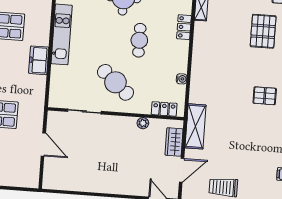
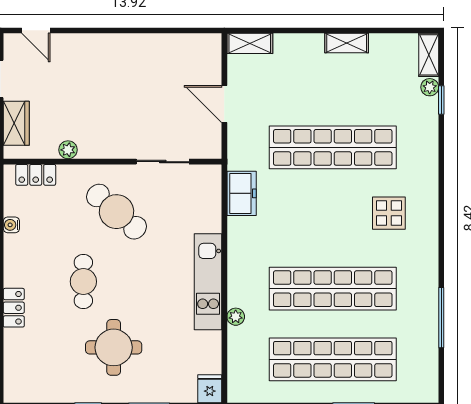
plant: (46, 11) -> (236, 317), added
freezer: (39, 60) -> (242, 193), moved
shelving: (25, 181) -> (250, 43), added

